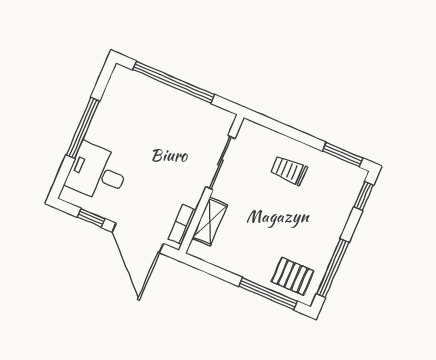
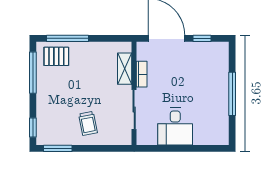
window: (174, 82) -> (186, 148), removed
trolley: (289, 170) -> (88, 123), turned 79
desk: (98, 173) -> (175, 127), moved, turned 90
bookcase: (182, 224) -> (142, 74), moved

